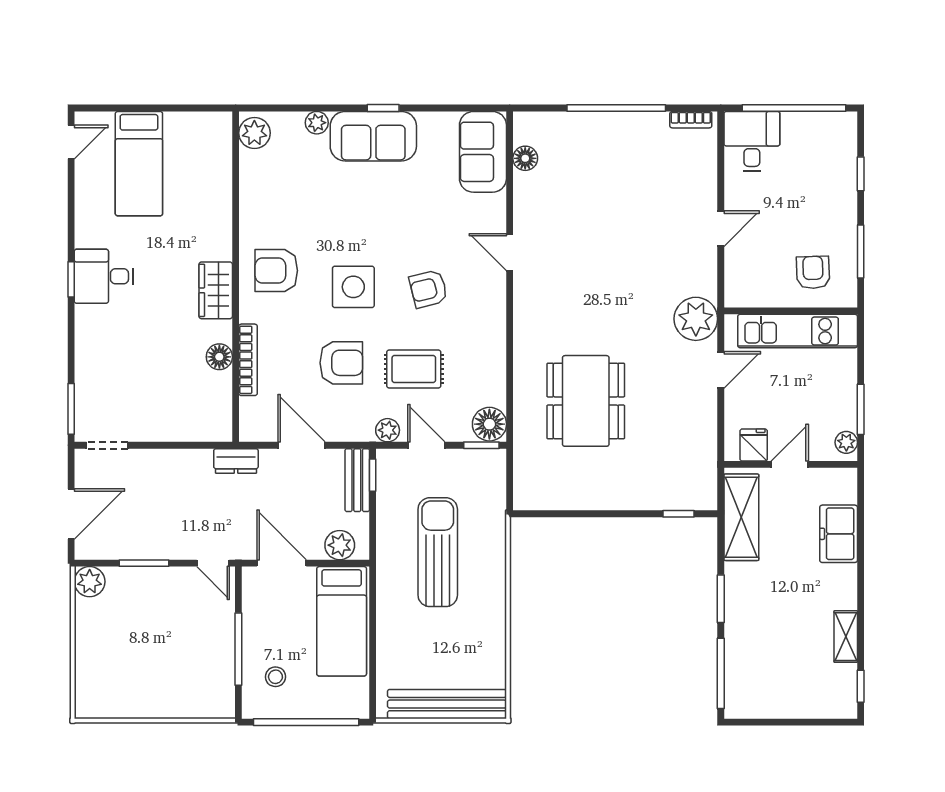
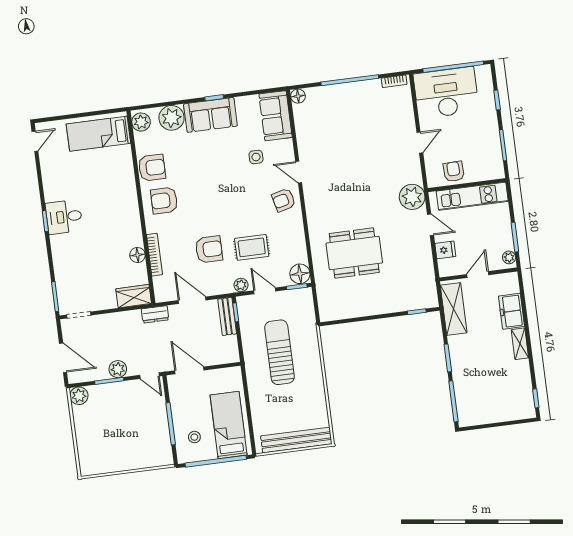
plant: (317, 123) -> (171, 118), width x1.87, depth x1.87
desk: (752, 141) -> (446, 93), width x1.87, depth x1.30
floor lamp: (525, 158) -> (298, 96), moved
bed: (139, 164) -> (98, 134), moved, turned 90
armchair: (263, 212) -> (152, 168), added
armchair: (813, 272) -> (454, 171), moved
side table: (353, 287) -> (256, 157), moved, width x0.54, depth x0.54
armchair: (428, 289) -> (284, 200), moved
wardrobe: (216, 290) -> (134, 296), moved, turned 90
door: (721, 370) -> (430, 225), hinge flipped
dining table: (586, 401) -> (354, 253), turned 90
fridge: (754, 445) -> (445, 250), moved, turned 90
door: (71, 514) -> (63, 358), hinge flipped
plant: (340, 545) -> (118, 369), moved
bed: (342, 621) -> (229, 425), moved, turned 180
shelving: (846, 637) -> (520, 344), moved

